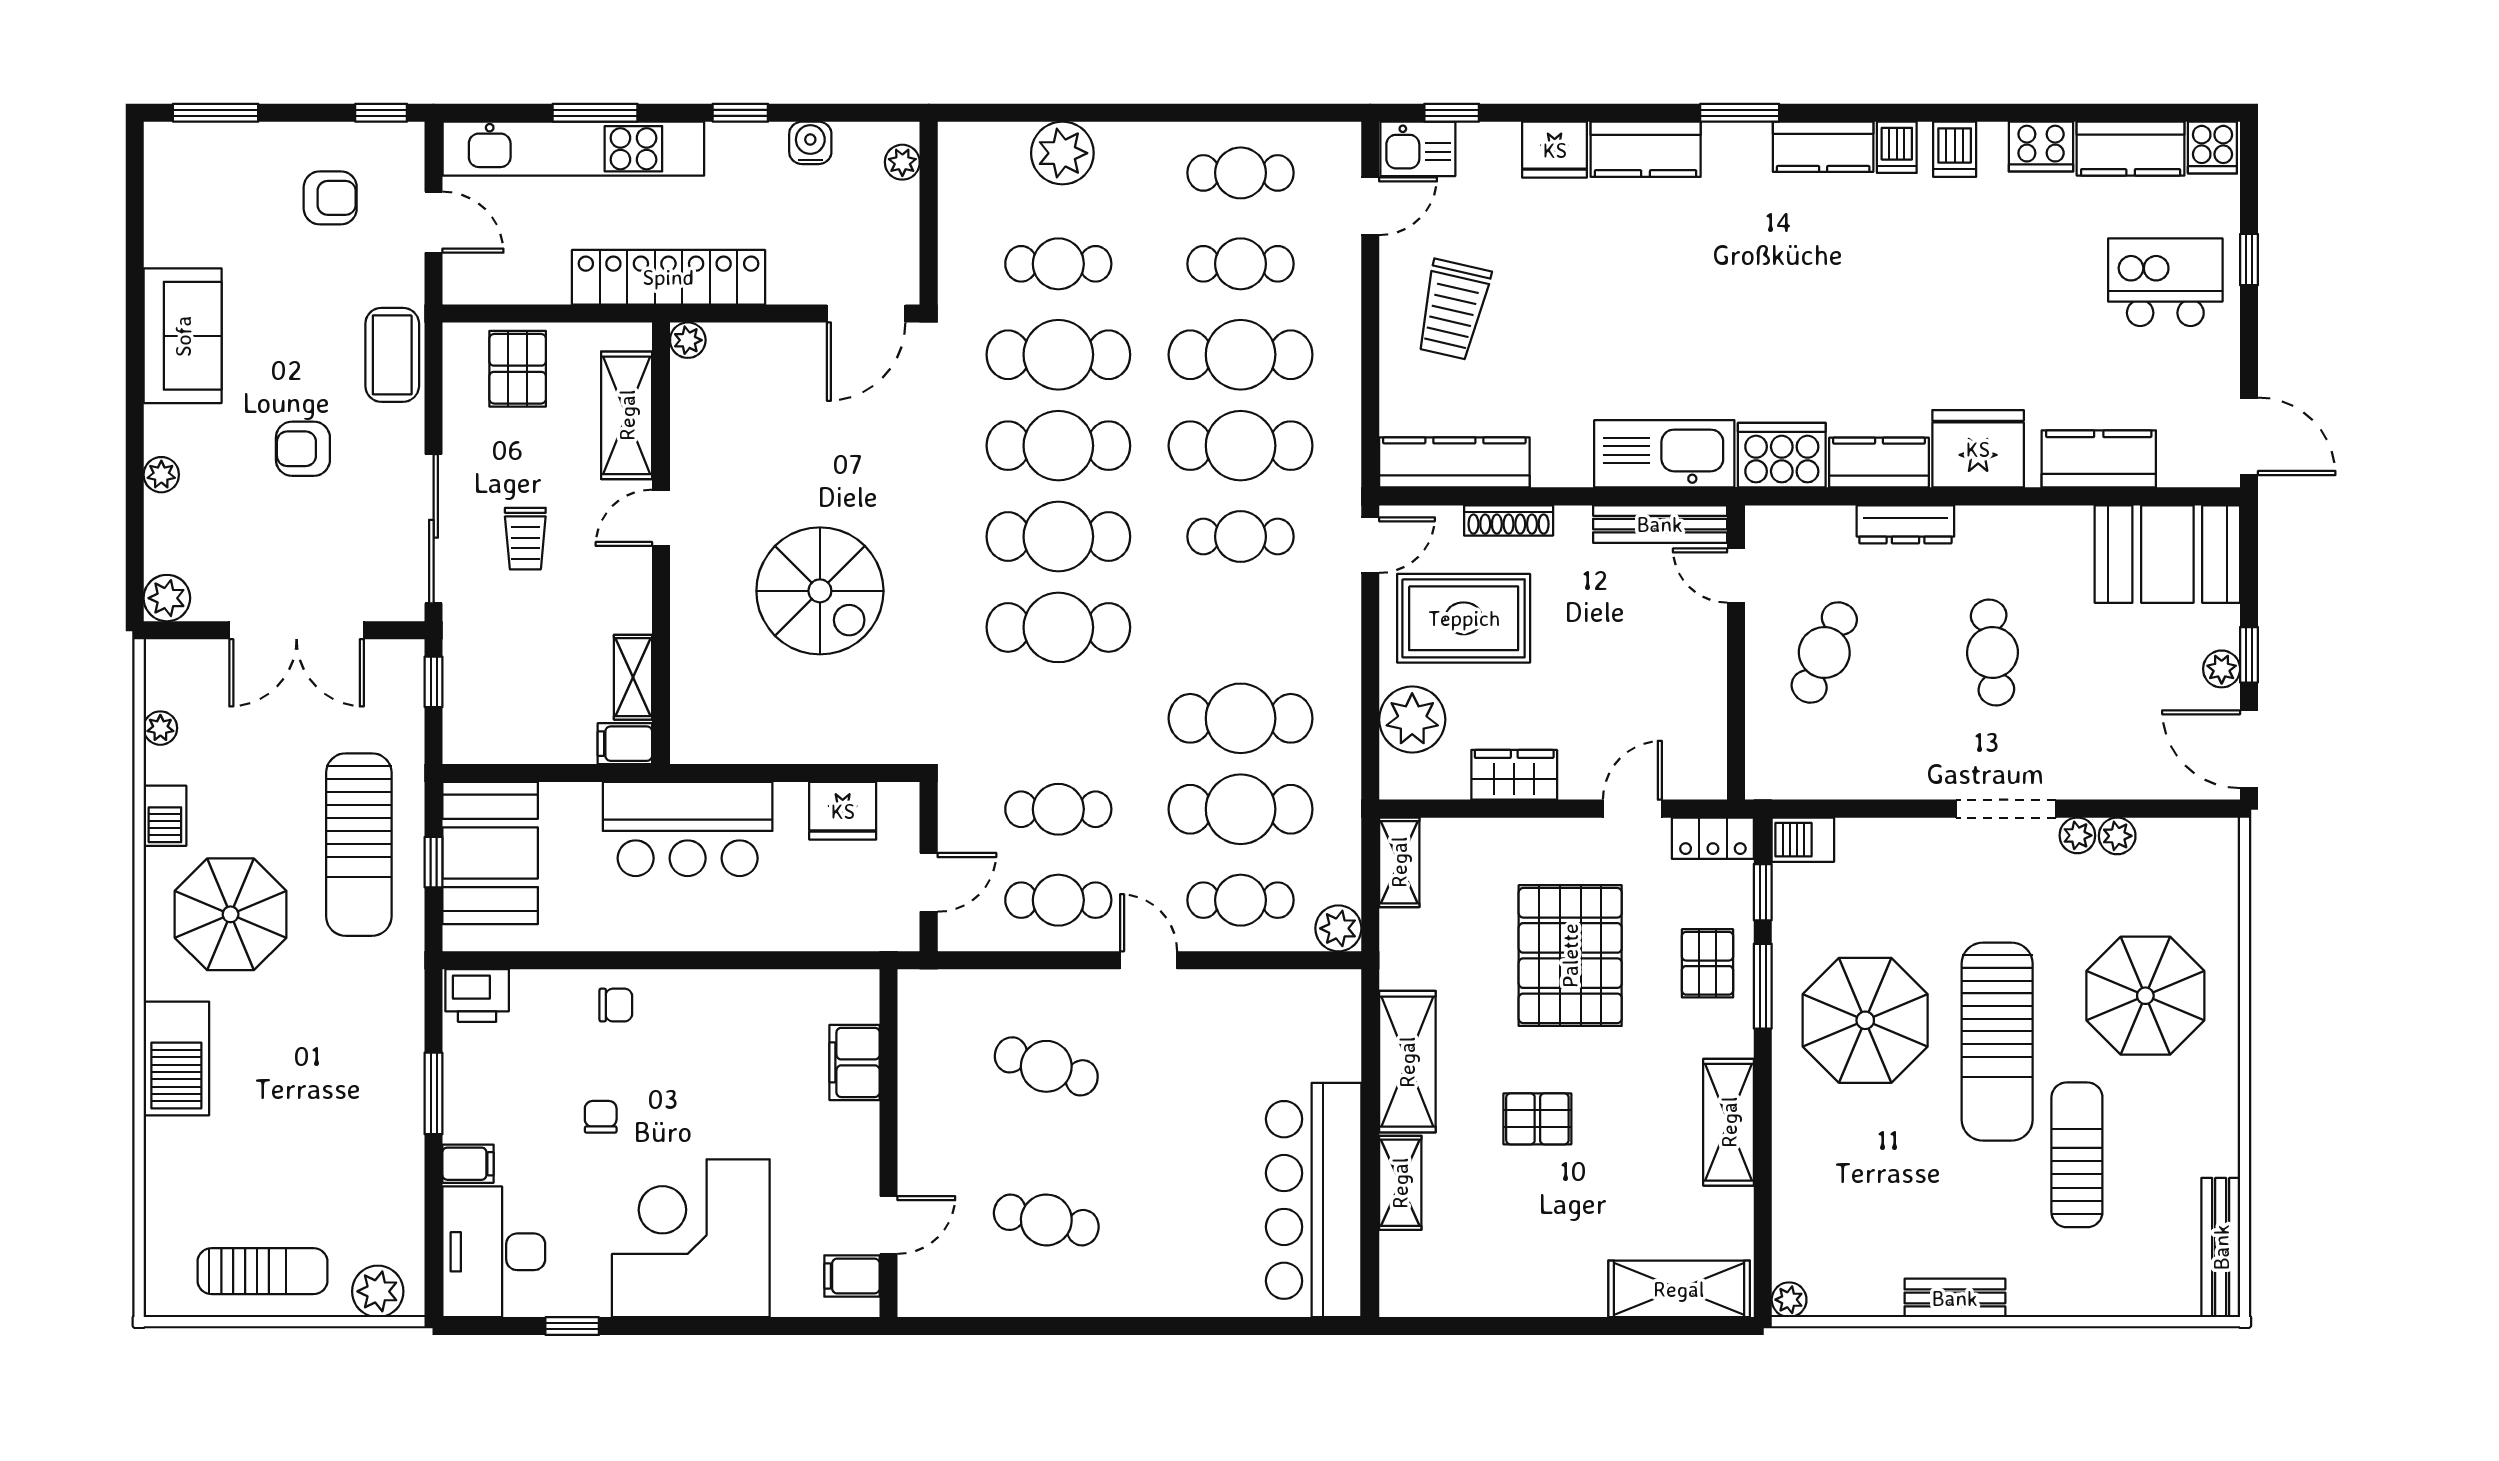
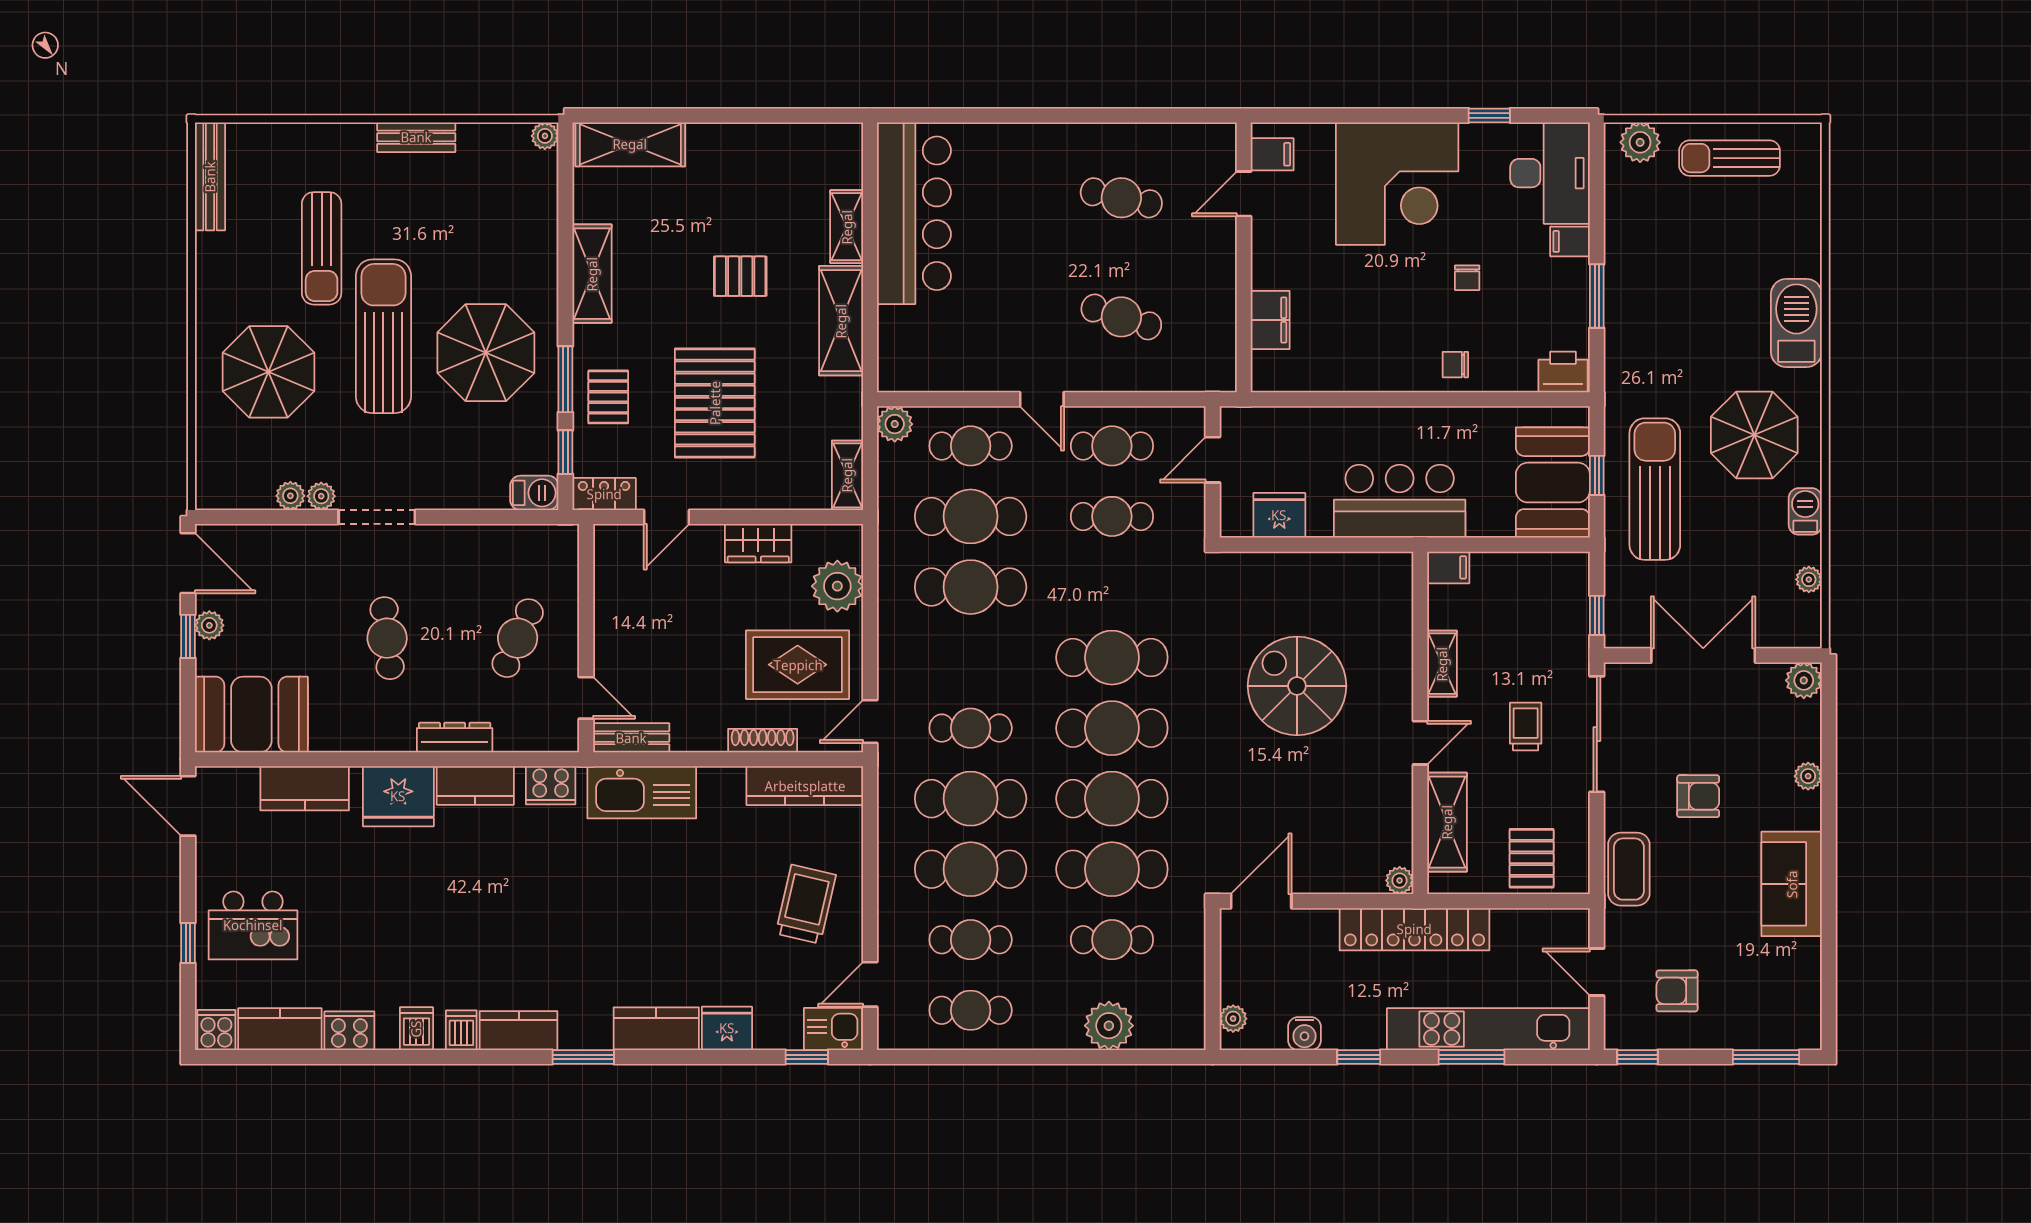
cooker: (1782, 455) -> (551, 785), width x0.73, depth x0.76
bench: (1660, 524) -> (631, 738), width x0.73
shelving: (633, 677) -> (1442, 664), moved

